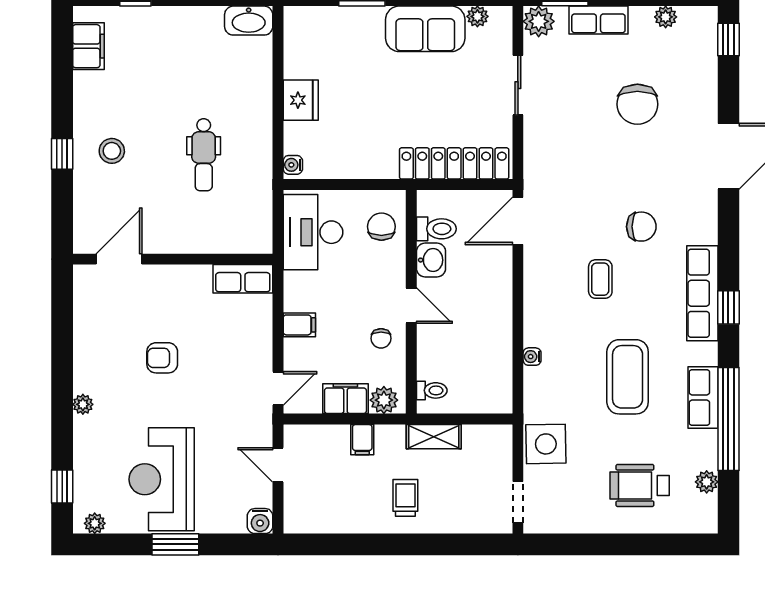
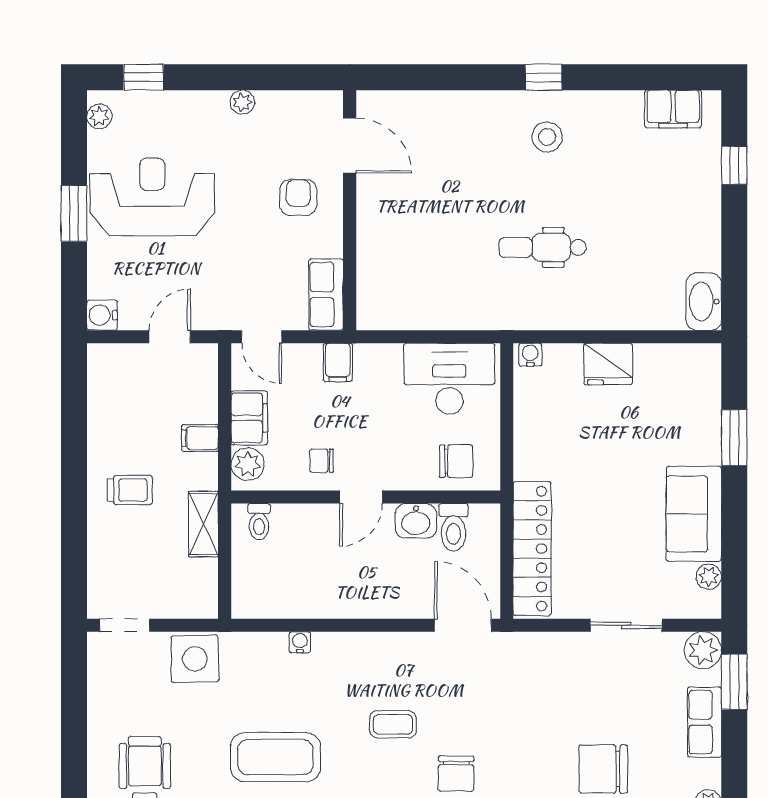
door: (119, 259) -> (350, 146), moved
wall: (173, 259) -> (350, 210), moved
row of seats: (243, 279) -> (326, 295), moved

